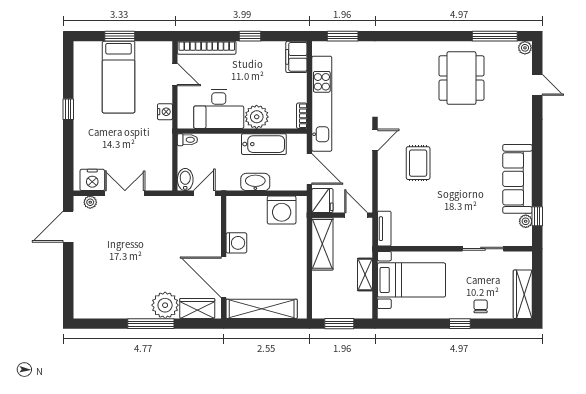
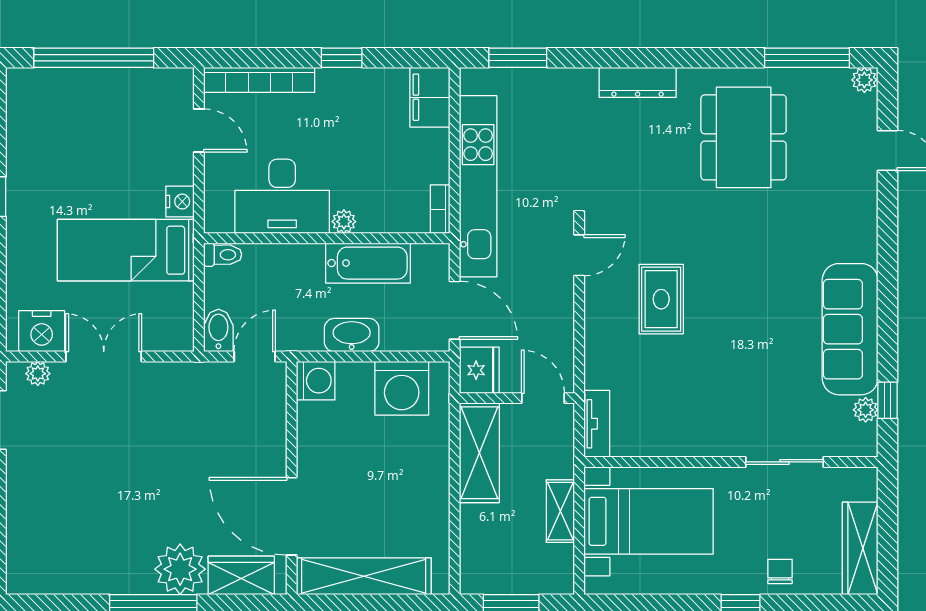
window: (120, 36) -> (94, 58), width x2.11
dresser: (406, 49) -> (638, 82), added
bed: (119, 77) -> (126, 250), moved, turned 90
plant: (257, 117) -> (344, 222), width x0.53, depth x0.53
washing machine: (236, 243) -> (316, 381), moved

